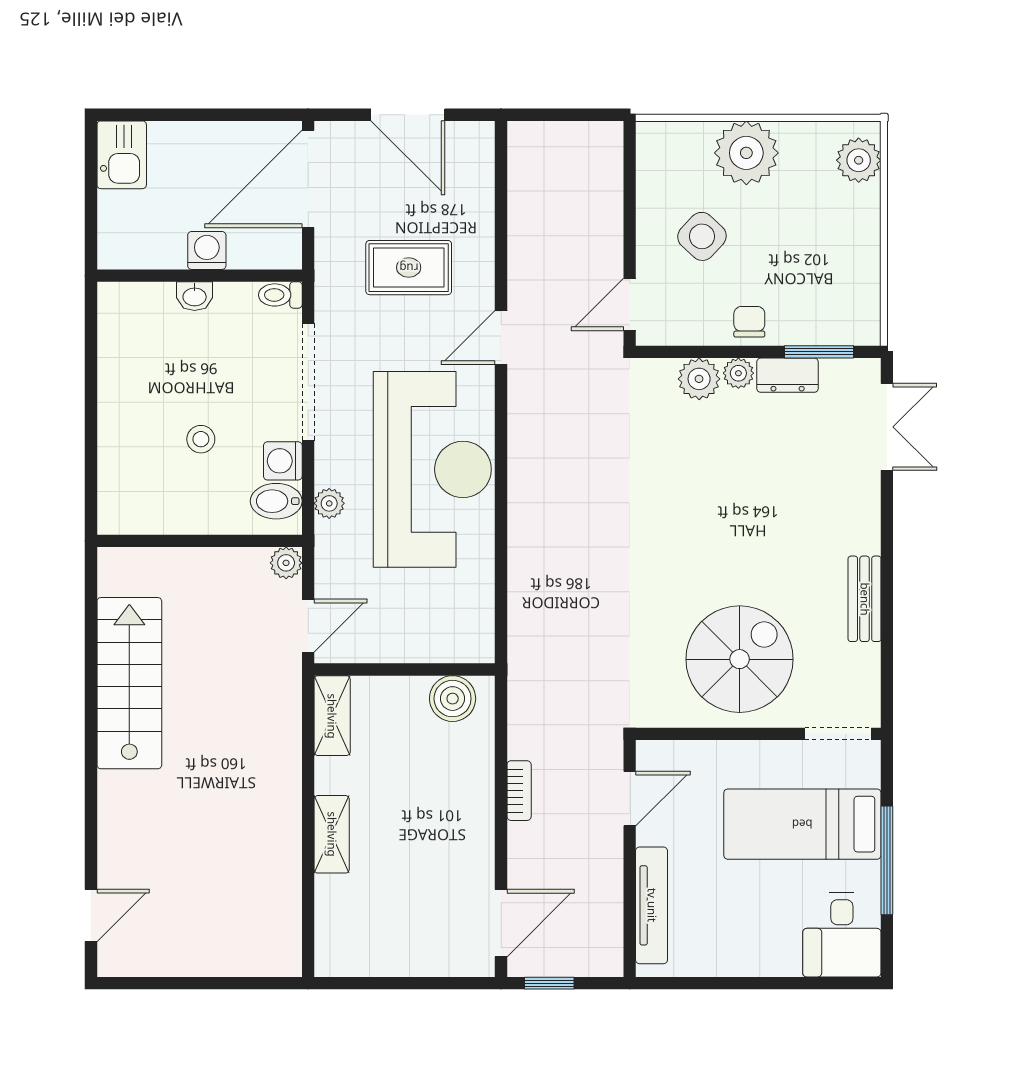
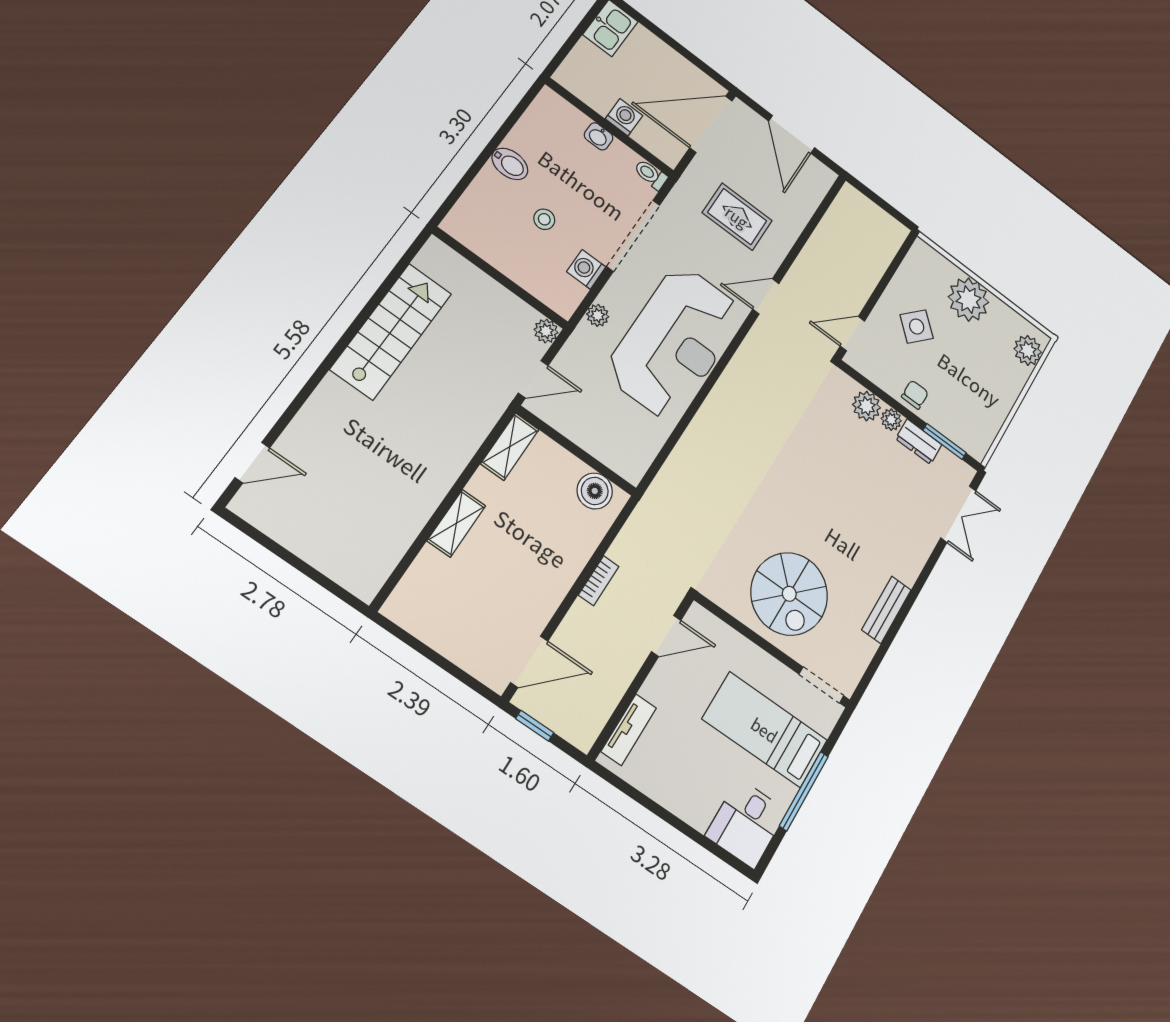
bidet: (276, 501) -> (510, 164), moved, turned 180
spiral stairs: (740, 659) -> (789, 594), turned 90
tv unit: (652, 905) -> (629, 730), width x0.71

